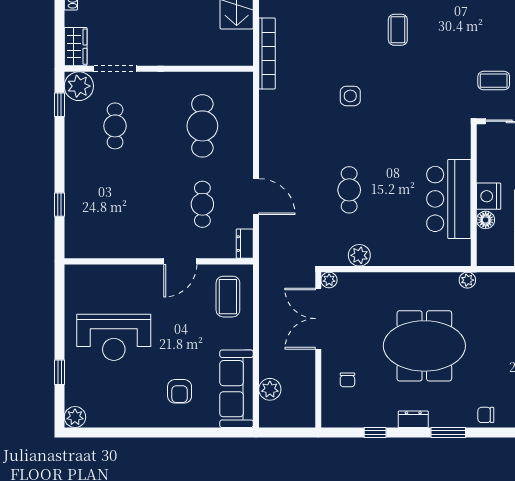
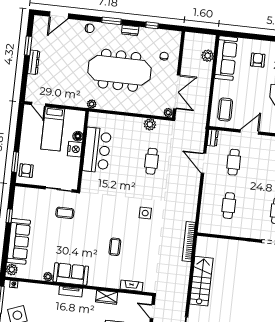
cafe table: (202, 126) -> (229, 206), width x0.73, depth x0.74
meeting table: (424, 346) -> (119, 70), width x1.36

